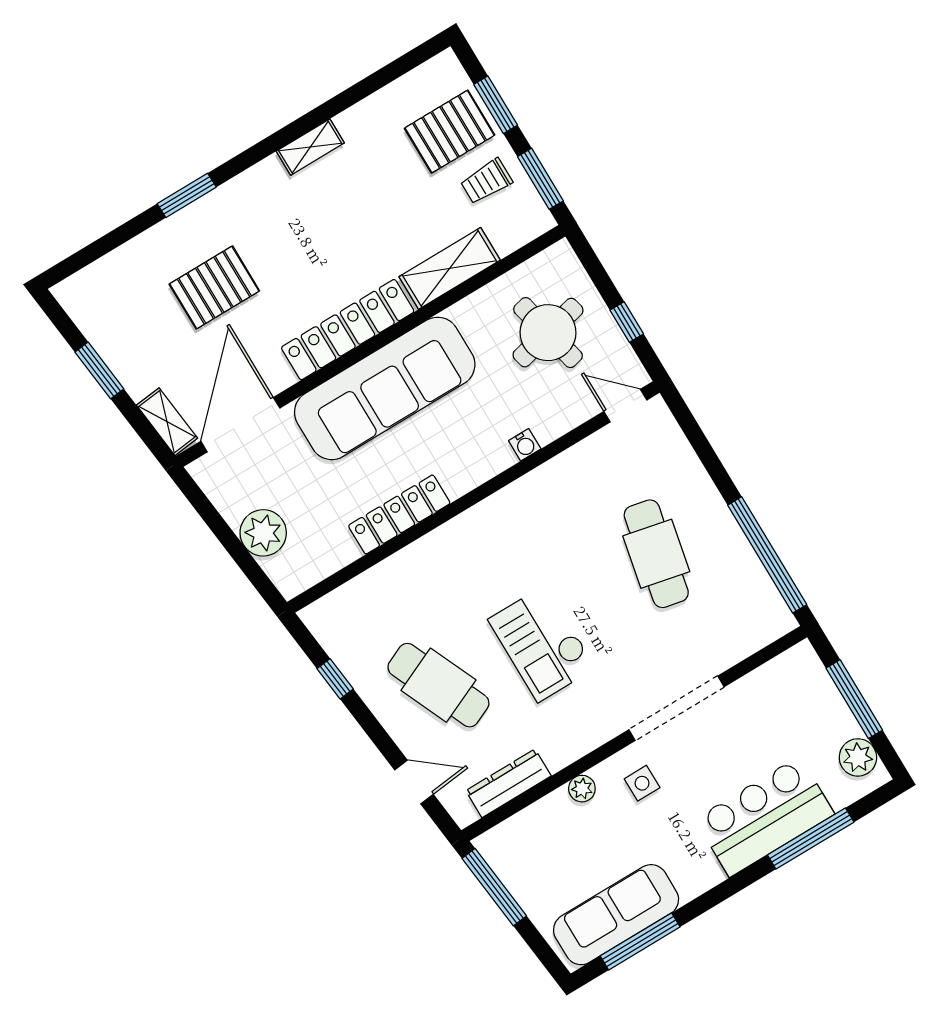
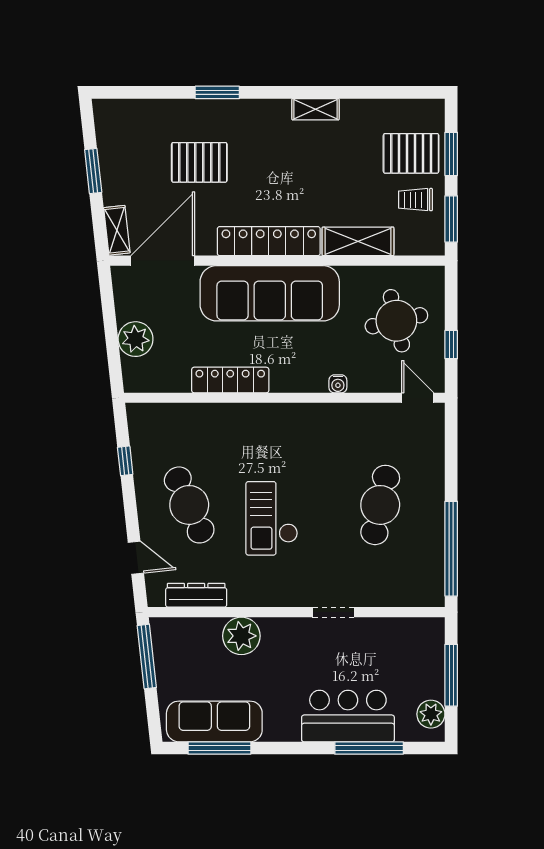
doorway: (677, 708) -> (333, 612), width x0.53
side table: (642, 783) -> (282, 647), removed
plant: (582, 789) -> (241, 636), width x1.87, depth x1.87

